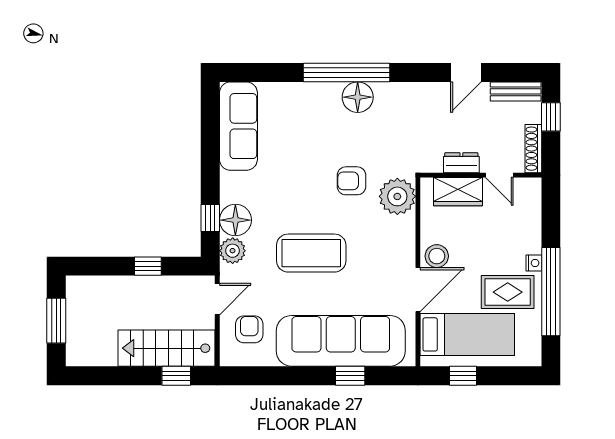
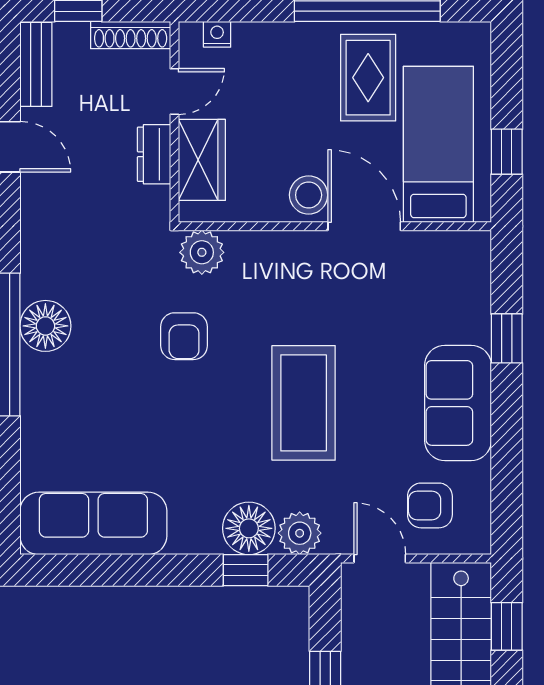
plant: (397, 196) -> (202, 252), width x0.73, depth x0.73
nightstand: (534, 263) -> (217, 34), moved
sofa: (341, 341) -> (458, 403), width x0.54, depth x0.79

